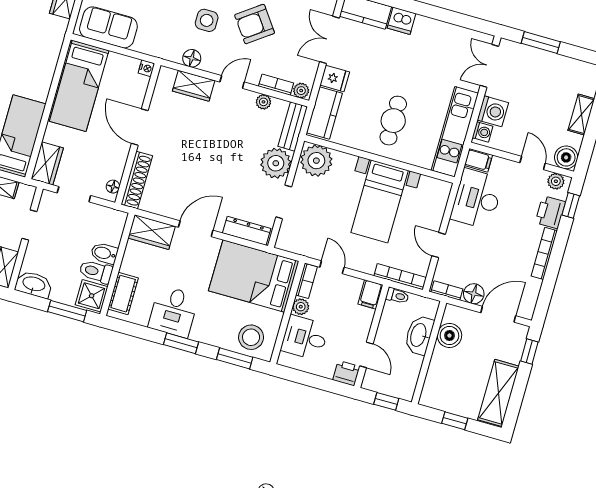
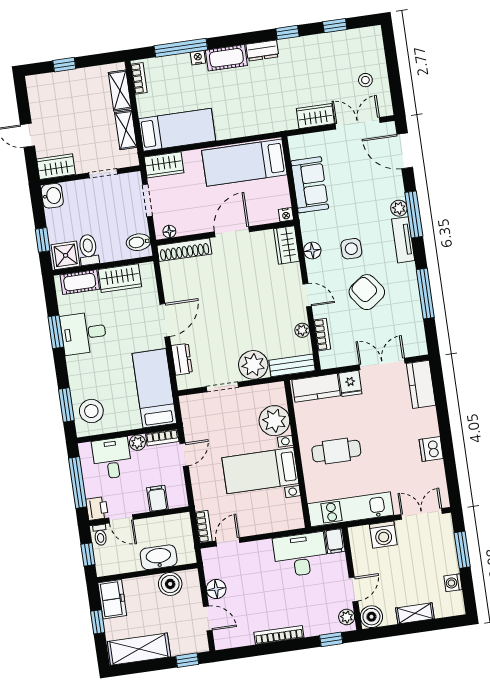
dishwasher: (402, 21) -> (431, 449), moved
sofa: (108, 27) -> (310, 185), moved
wardrobe: (194, 86) -> (286, 245), moved
plant: (301, 91) -> (327, 359), removed
washing machine: (483, 132) -> (453, 583), moved, turned 90
plant: (316, 161) -> (274, 421), moved
printer: (550, 212) -> (317, 624), removed
door: (196, 229) -> (165, 320), hinge flipped
dresser: (247, 231) -> (182, 359), width x0.70
wardrobe: (152, 232) -> (120, 278), moved, turned -90
door: (439, 245) -> (228, 542), moved
bidet: (104, 253) -> (138, 242), moved, turned -90
bed: (254, 276) -> (154, 388), width x0.67
bookcase: (400, 277) -> (204, 527), width x0.64
washbasin: (34, 284) -> (52, 196), width x0.72
bookcase: (447, 290) -> (209, 564), removed
filing cabinet: (370, 294) -> (157, 498), moved, turned 90
toilet: (397, 296) -> (100, 535), moved
window: (67, 311) -> (43, 240), width x0.67
door: (498, 314) -> (208, 618), width x0.73
window: (181, 343) -> (56, 332), moved
door: (366, 355) -> (121, 519), hinge flipped
window: (313, 381) -> (78, 482), added
freezer: (439, 397) -> (112, 599), added

